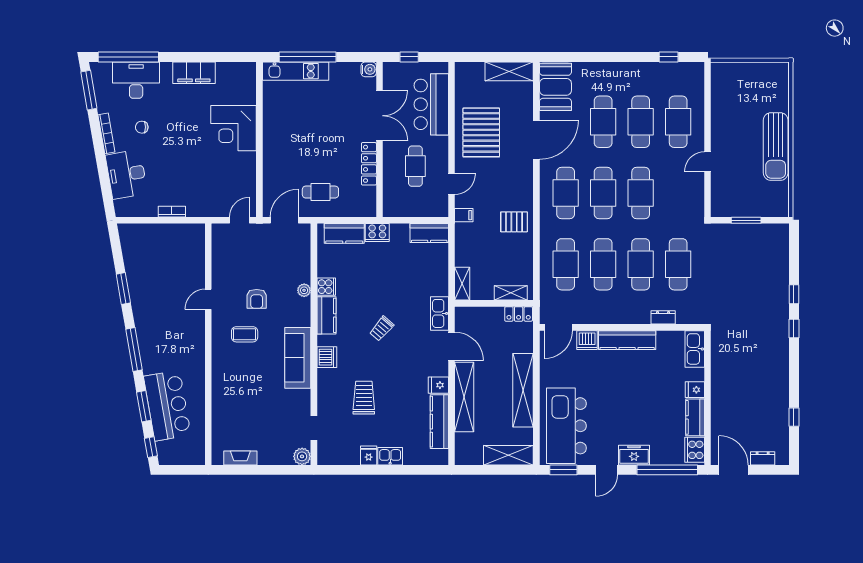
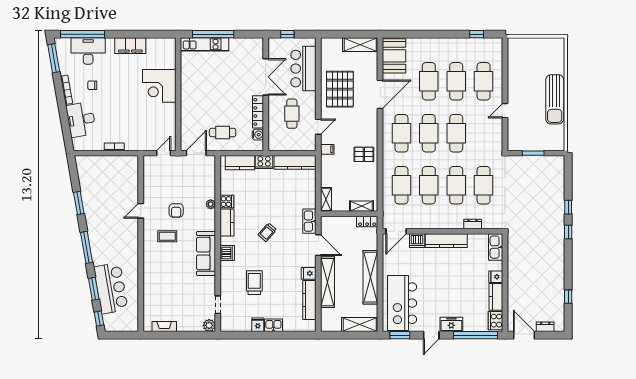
water cooler: (369, 69) -> (258, 135), moved
kitchen counter: (429, 233) -> (295, 162), width x1.50

